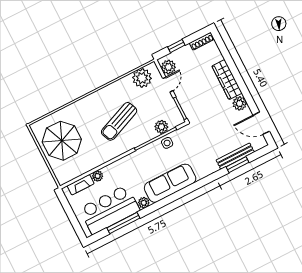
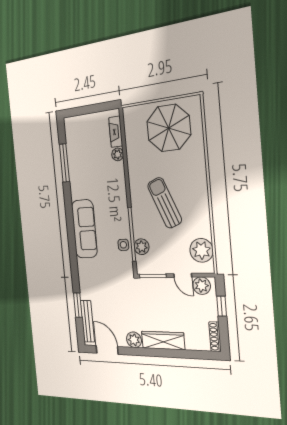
door: (261, 123) -> (107, 350), hinge flipped
bench: (235, 156) -> (87, 321), moved
plant: (144, 203) -> (76, 193), removed
bar counter: (110, 210) -> (81, 154), removed

